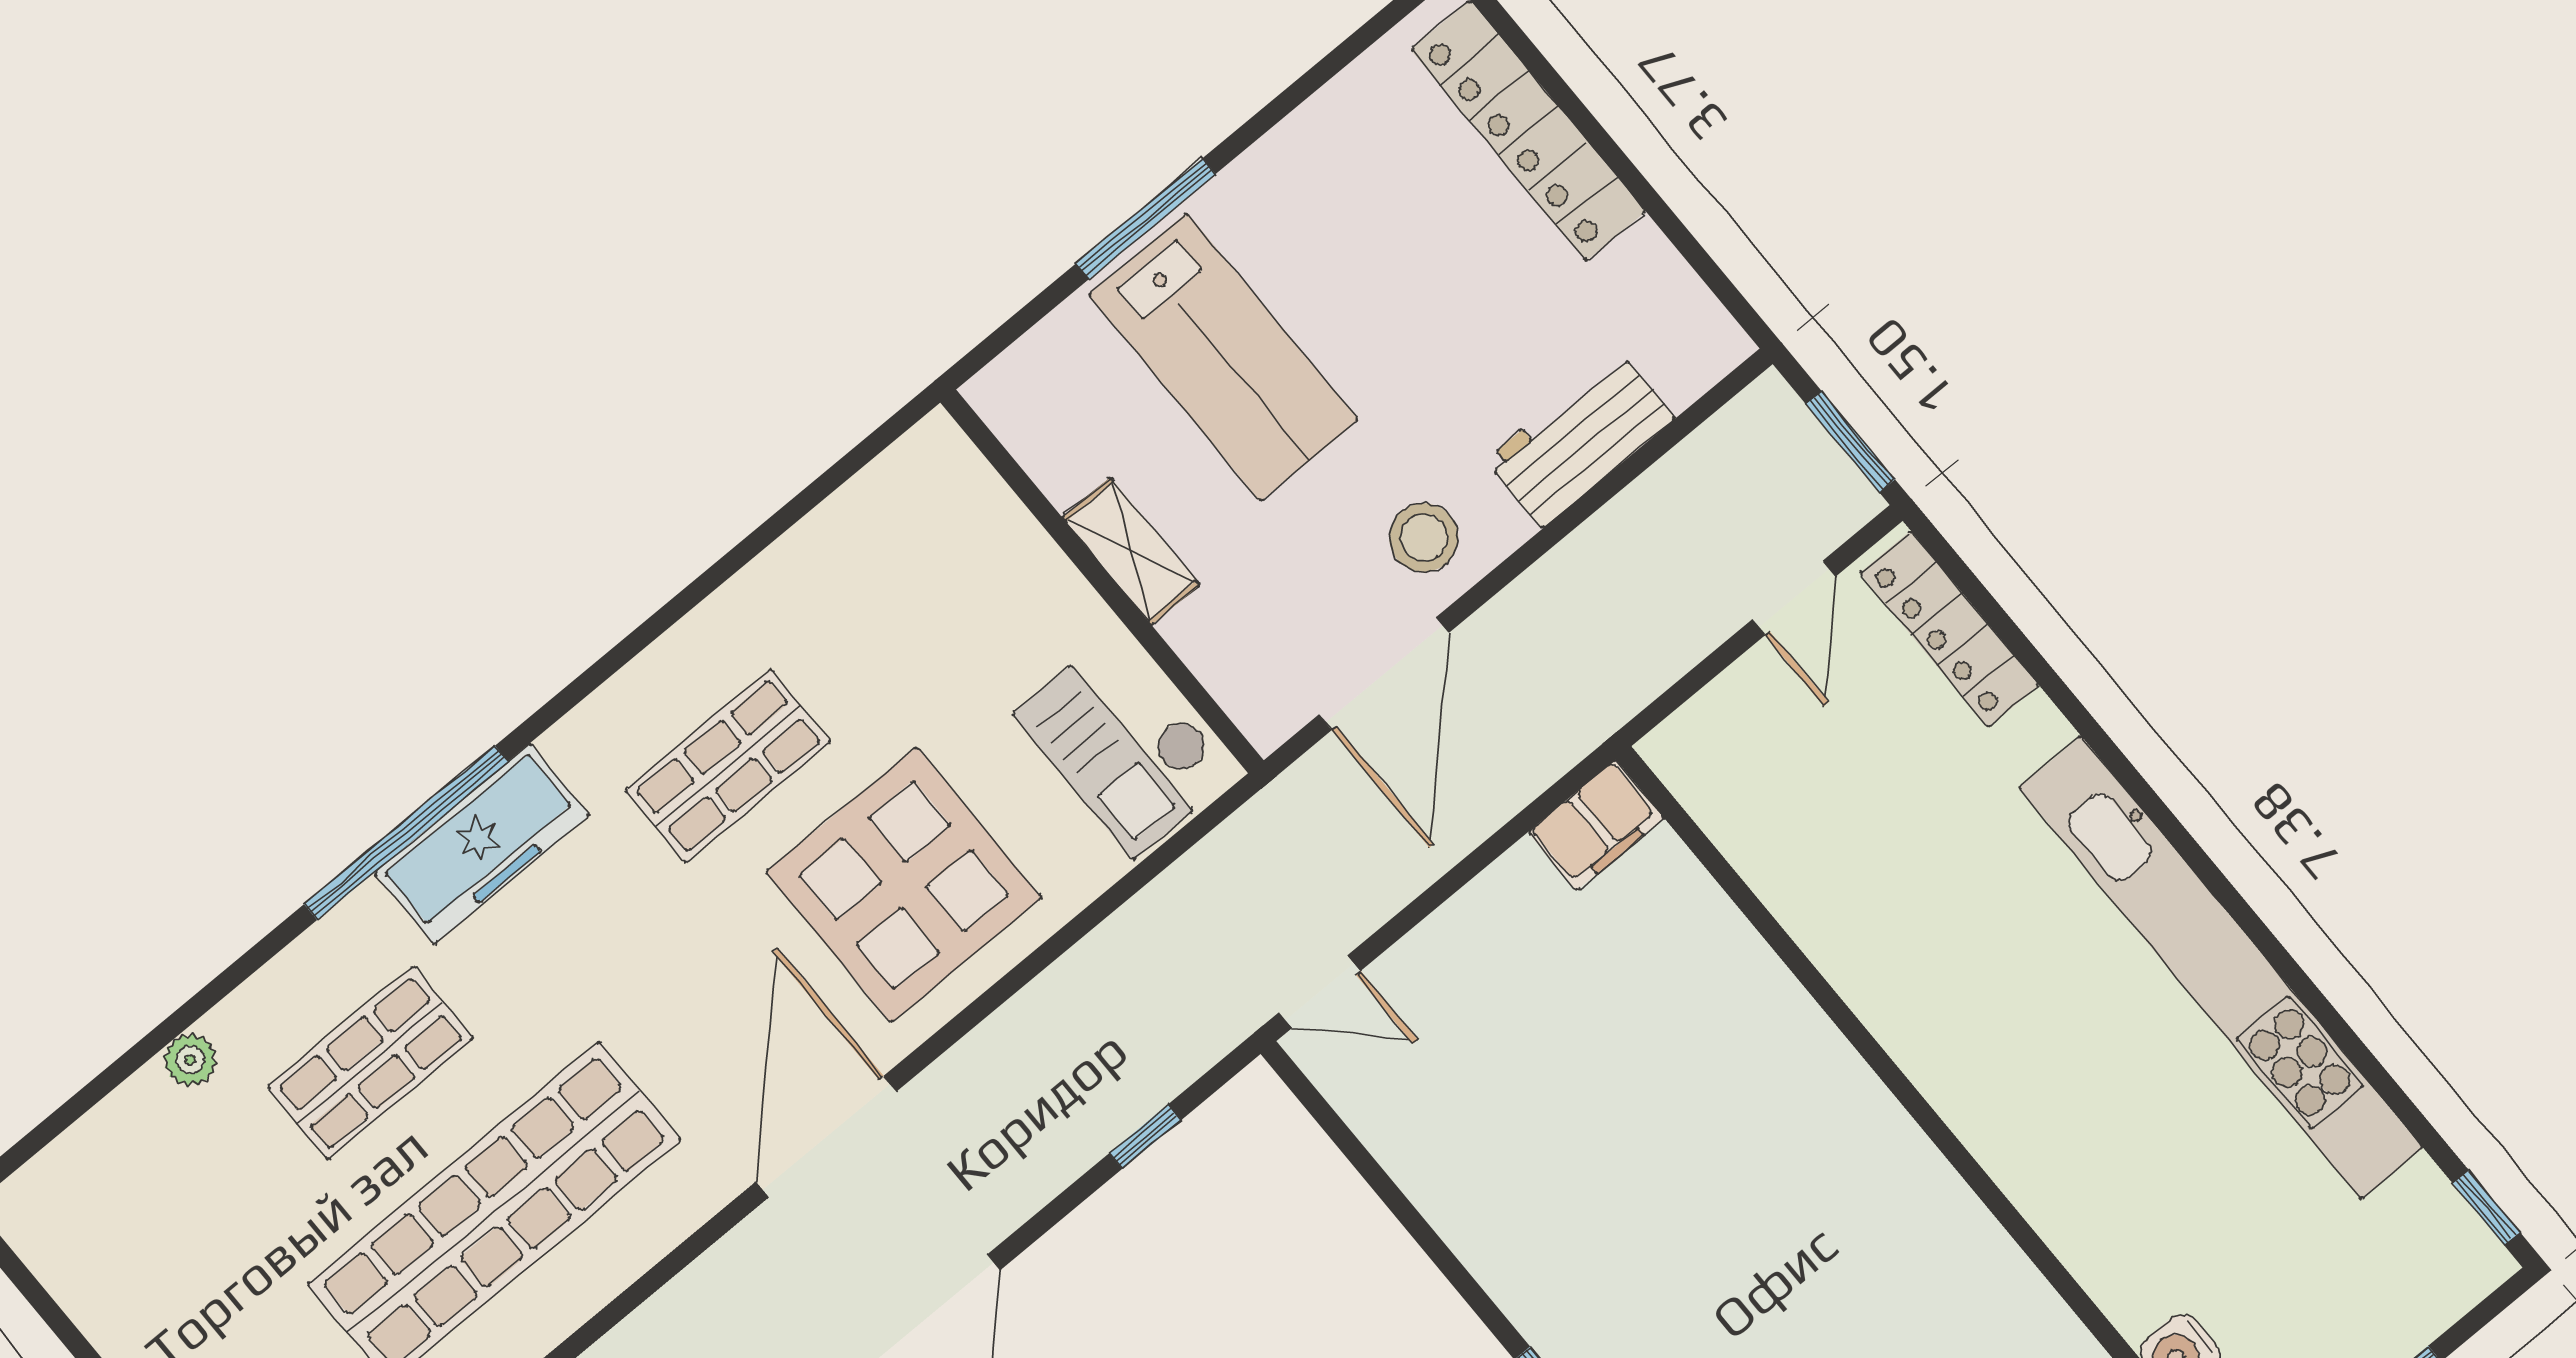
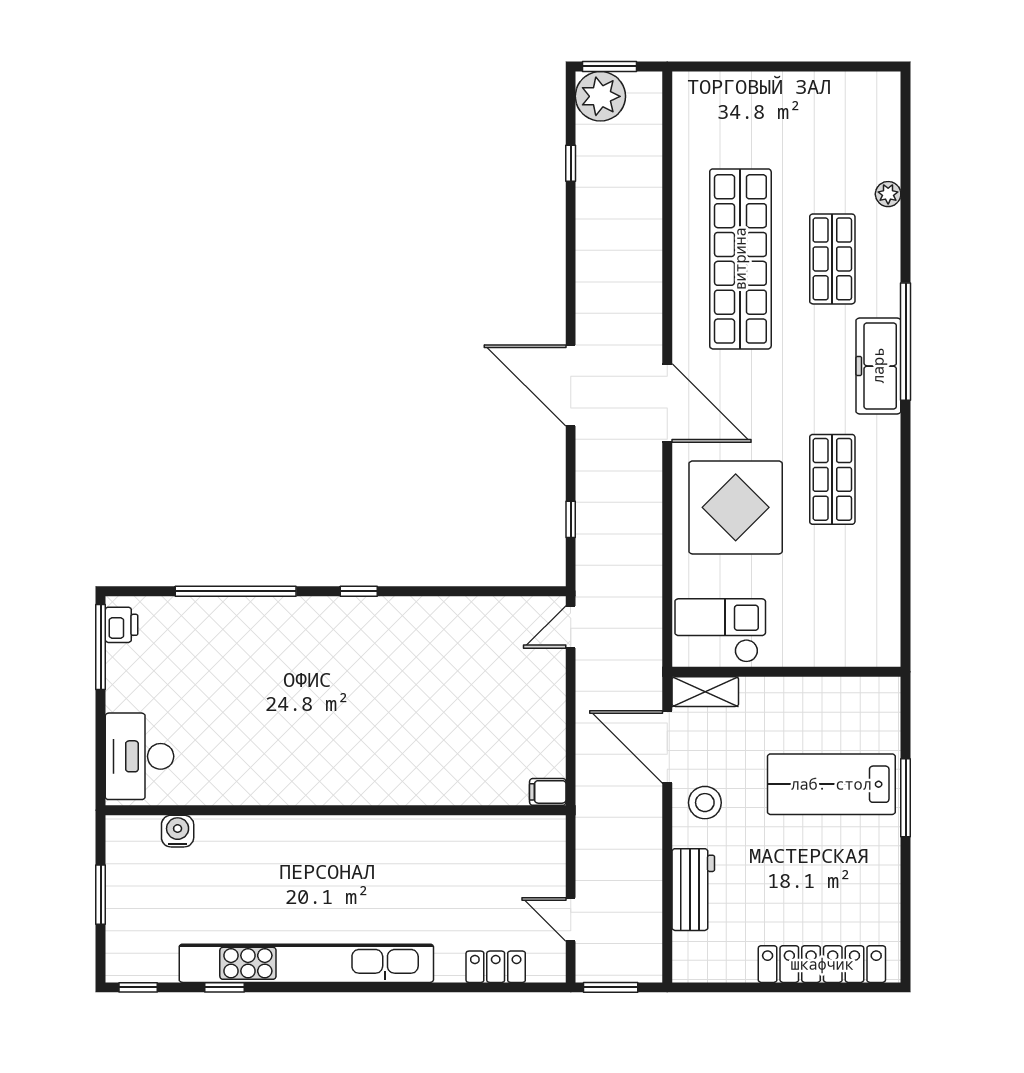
shelving: (1131, 551) -> (705, 692), moved
locker: (1950, 629) -> (496, 967), width x0.66
filing cabinet: (1596, 825) -> (548, 792), width x0.50
window: (2370, 1068) -> (224, 987), added

